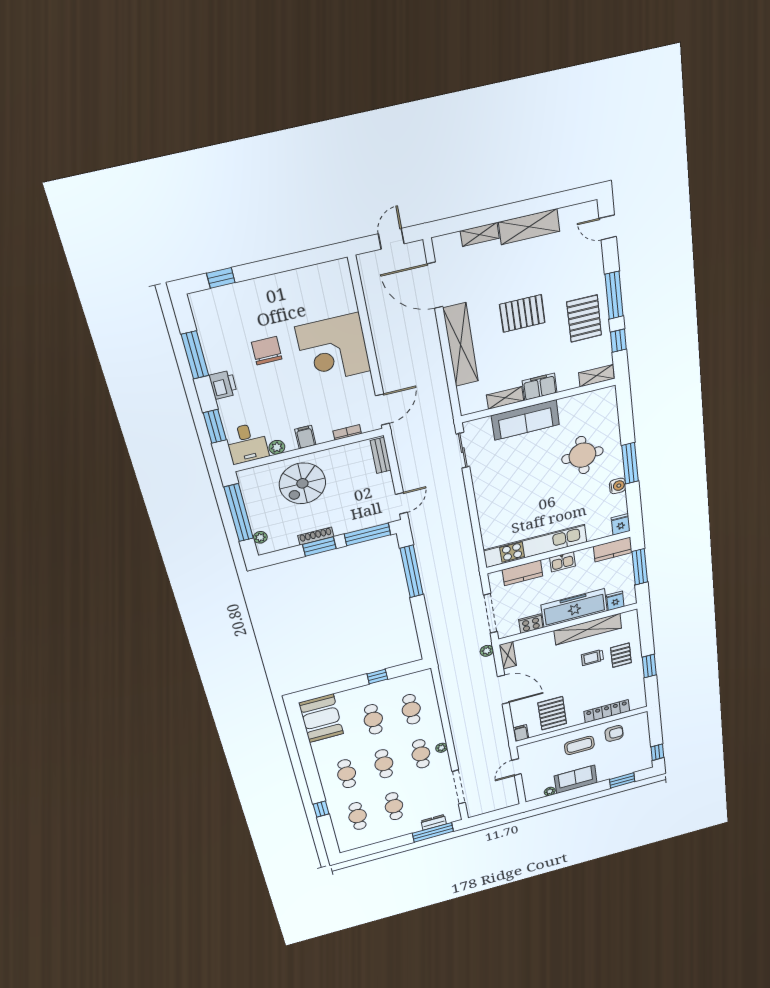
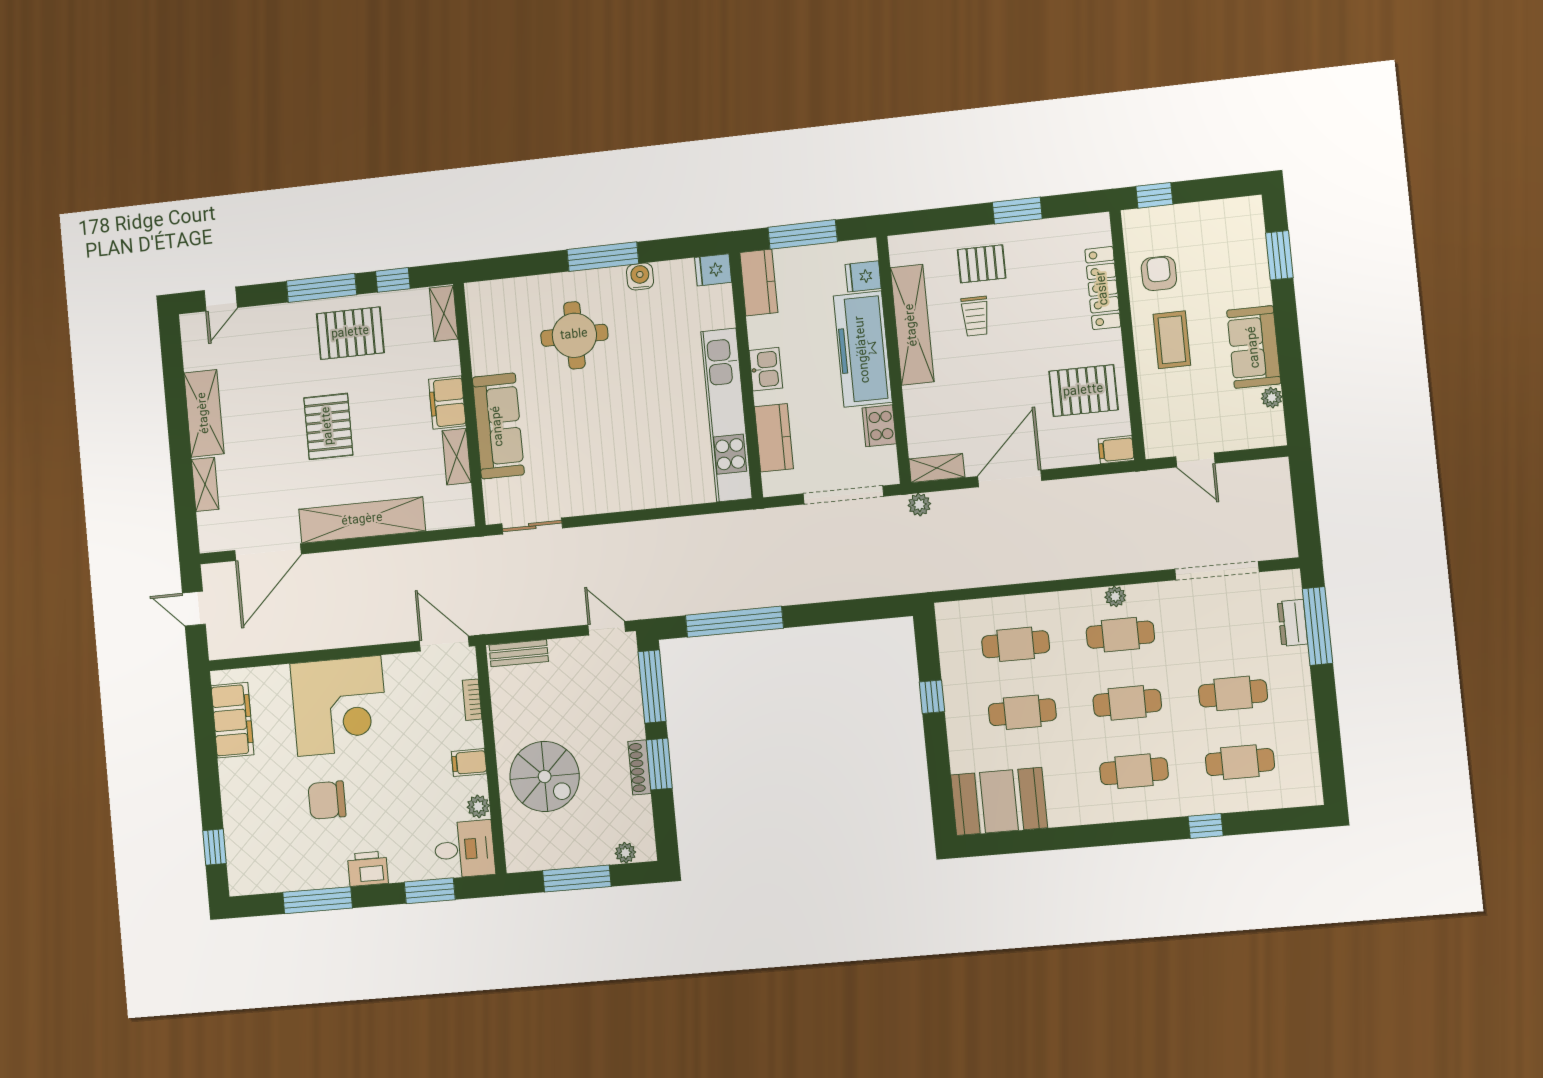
filing cabinet: (314, 278) -> (232, 720), added
window: (239, 513) -> (577, 879), width x0.68
window: (657, 752) -> (1154, 195), moved

